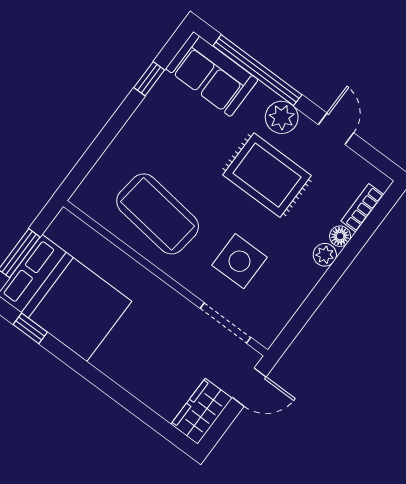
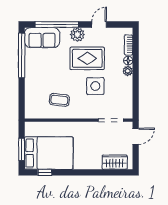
window: (149, 79) -> (22, 55), width x3.17
door: (336, 129) -> (99, 24), hinge flipped
coffee table: (158, 214) -> (59, 100), width x0.54, depth x0.58
side table: (240, 261) -> (95, 86), moved
wardrobe: (202, 411) -> (115, 162), moved, turned 90

